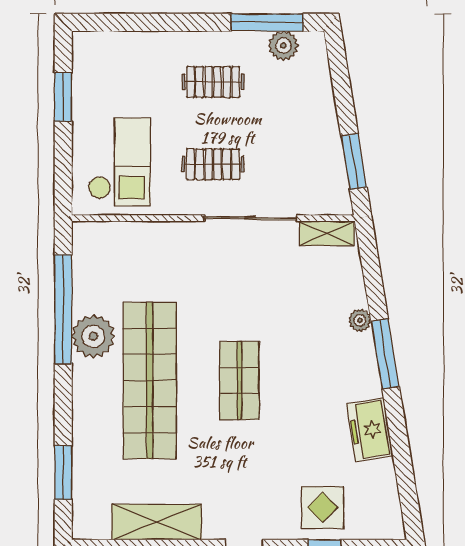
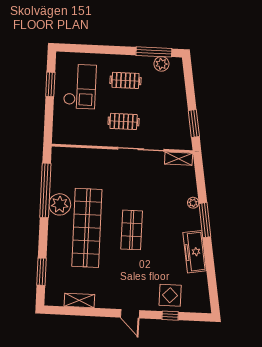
checkout: (119, 162) -> (80, 87), moved
freezer: (370, 430) -> (195, 252), width x1.40
shelving: (157, 522) -> (79, 300), width x0.67, depth x0.75

